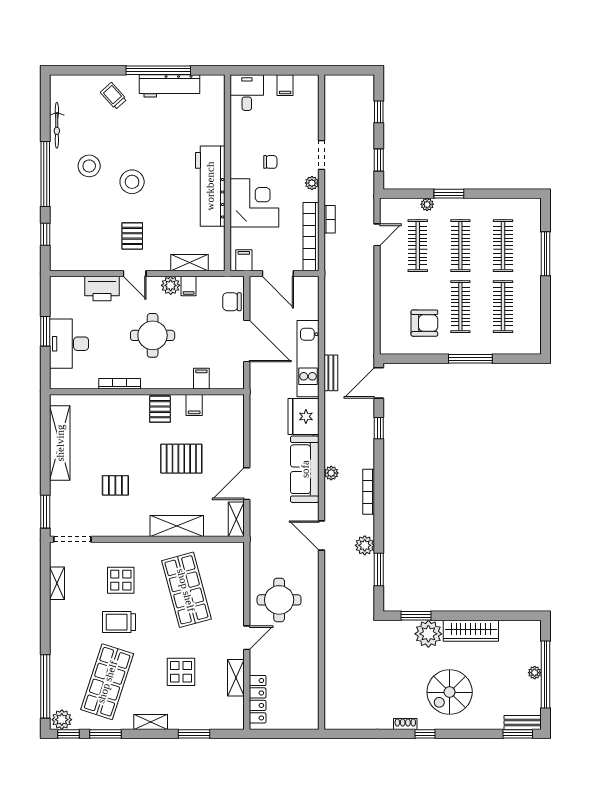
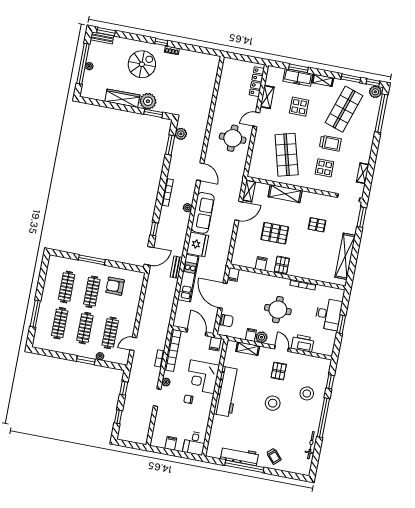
stool: (89, 166) -> (307, 393), moved
filing cabinet: (201, 379) -> (233, 275), moved
plant: (365, 545) -> (181, 134), moved
freezer: (192, 719) -> (298, 77), added

